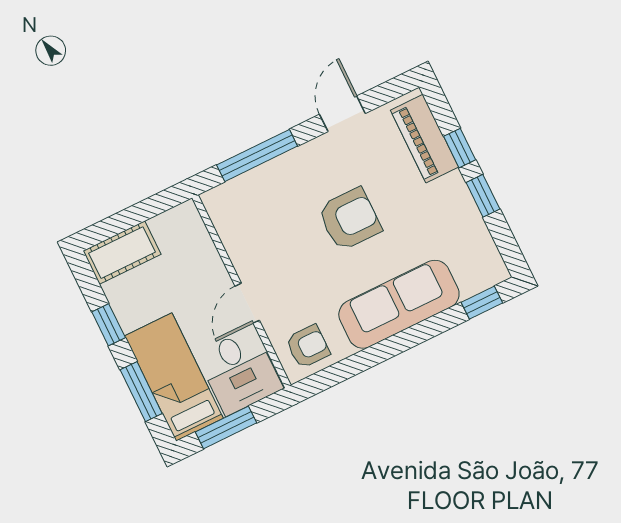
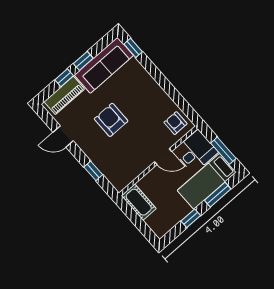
window: (257, 155) -> (93, 171), width x0.46
cot: (122, 253) -> (139, 202), moved
sofa: (399, 304) -> (104, 65), moved, turned -90

